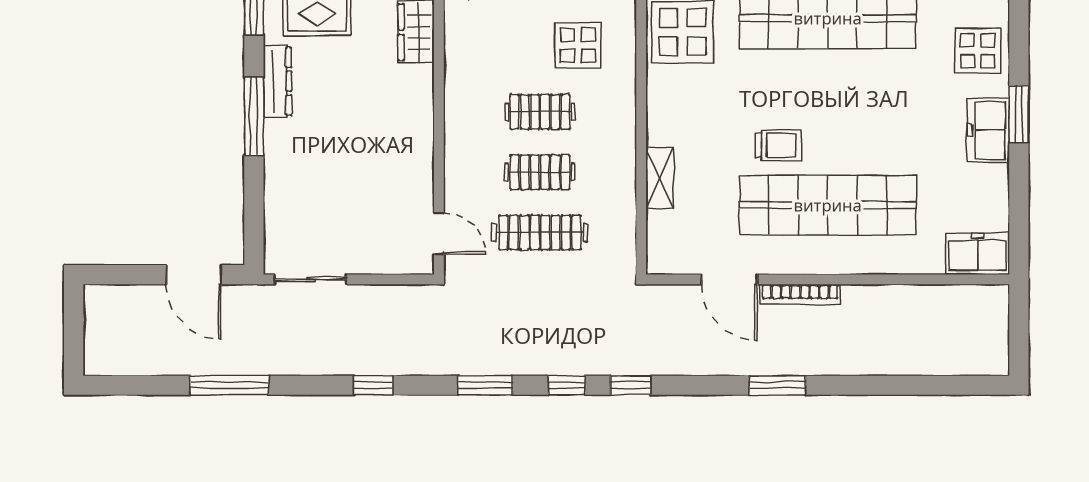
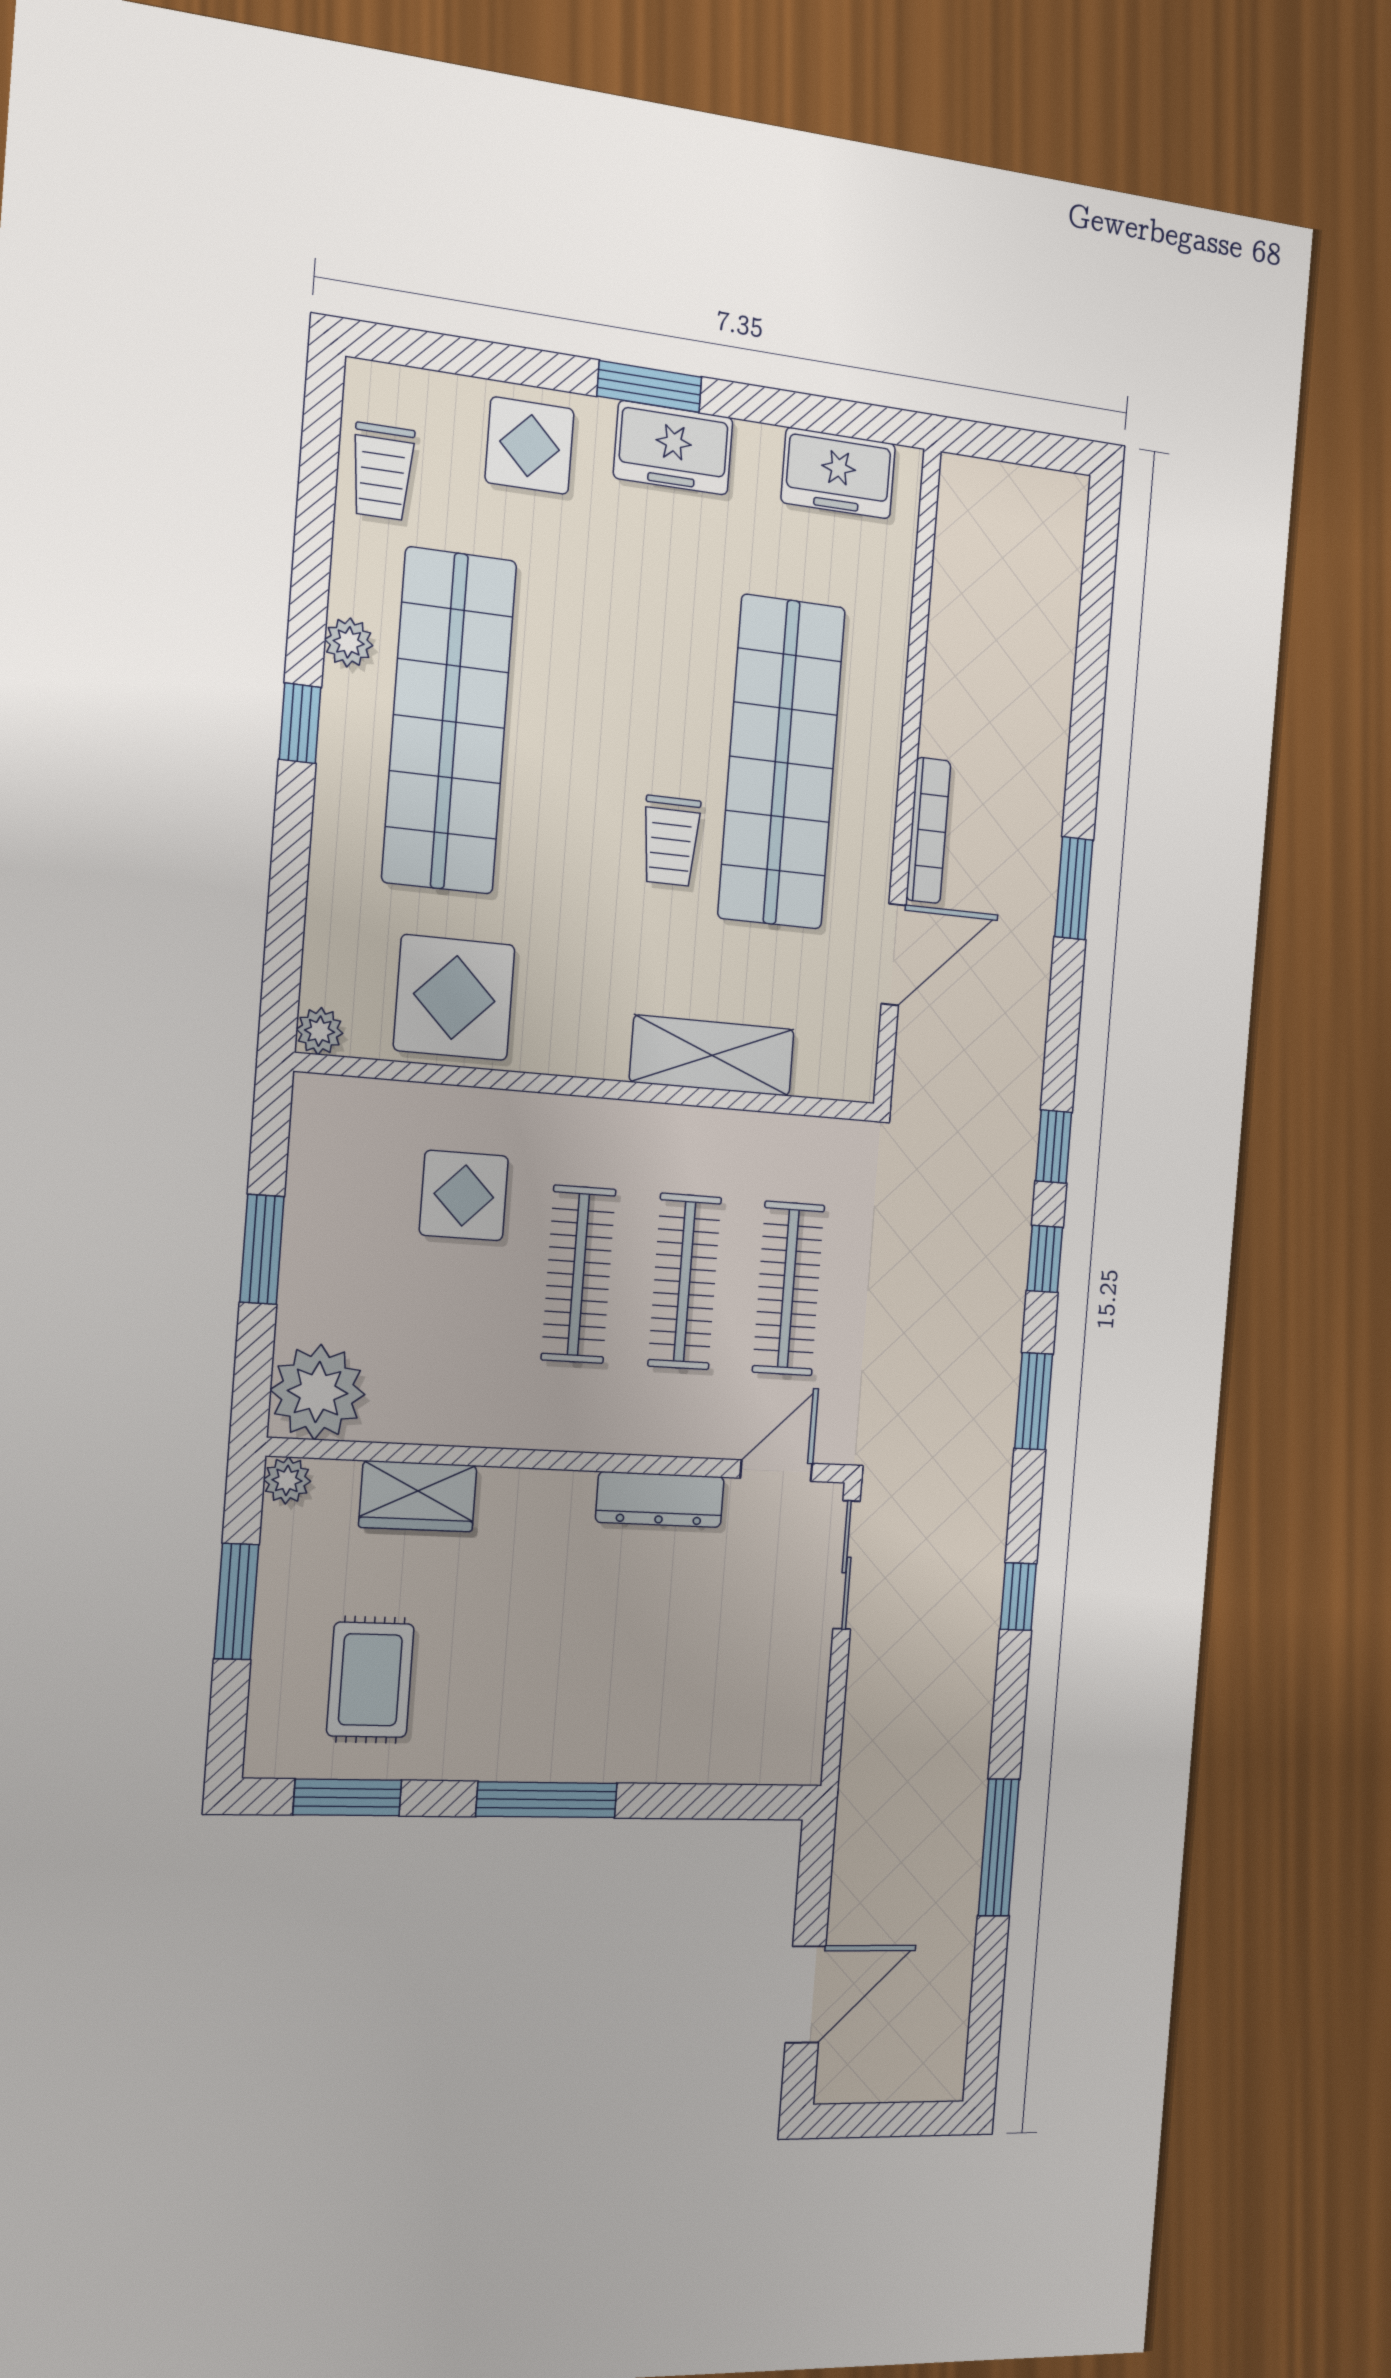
dresser: (277, 81) -> (660, 1499), moved, turned 180
clothes rail: (540, 112) -> (578, 1274), width x1.36
trolley: (778, 145) -> (671, 841), turned 180
clothes rail: (540, 172) -> (685, 1282), width x1.36
shelving: (660, 178) -> (712, 1056), width x1.50, depth x1.33
freezer: (977, 254) -> (838, 473), moved, turned -90
door: (194, 275) -> (806, 1994), moved
sliding door: (311, 279) -> (847, 1565), moved

